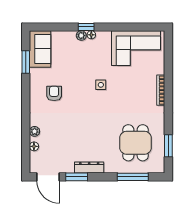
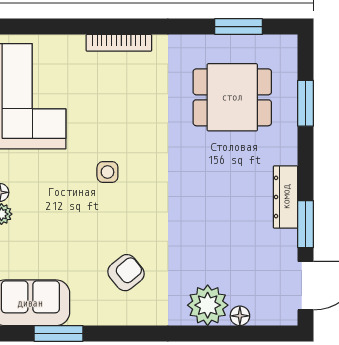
armchair: (54, 93) -> (126, 273), turned 141
plant: (35, 131) -> (208, 305), width x1.88, depth x1.88
window: (133, 177) -> (306, 103), width x0.69

